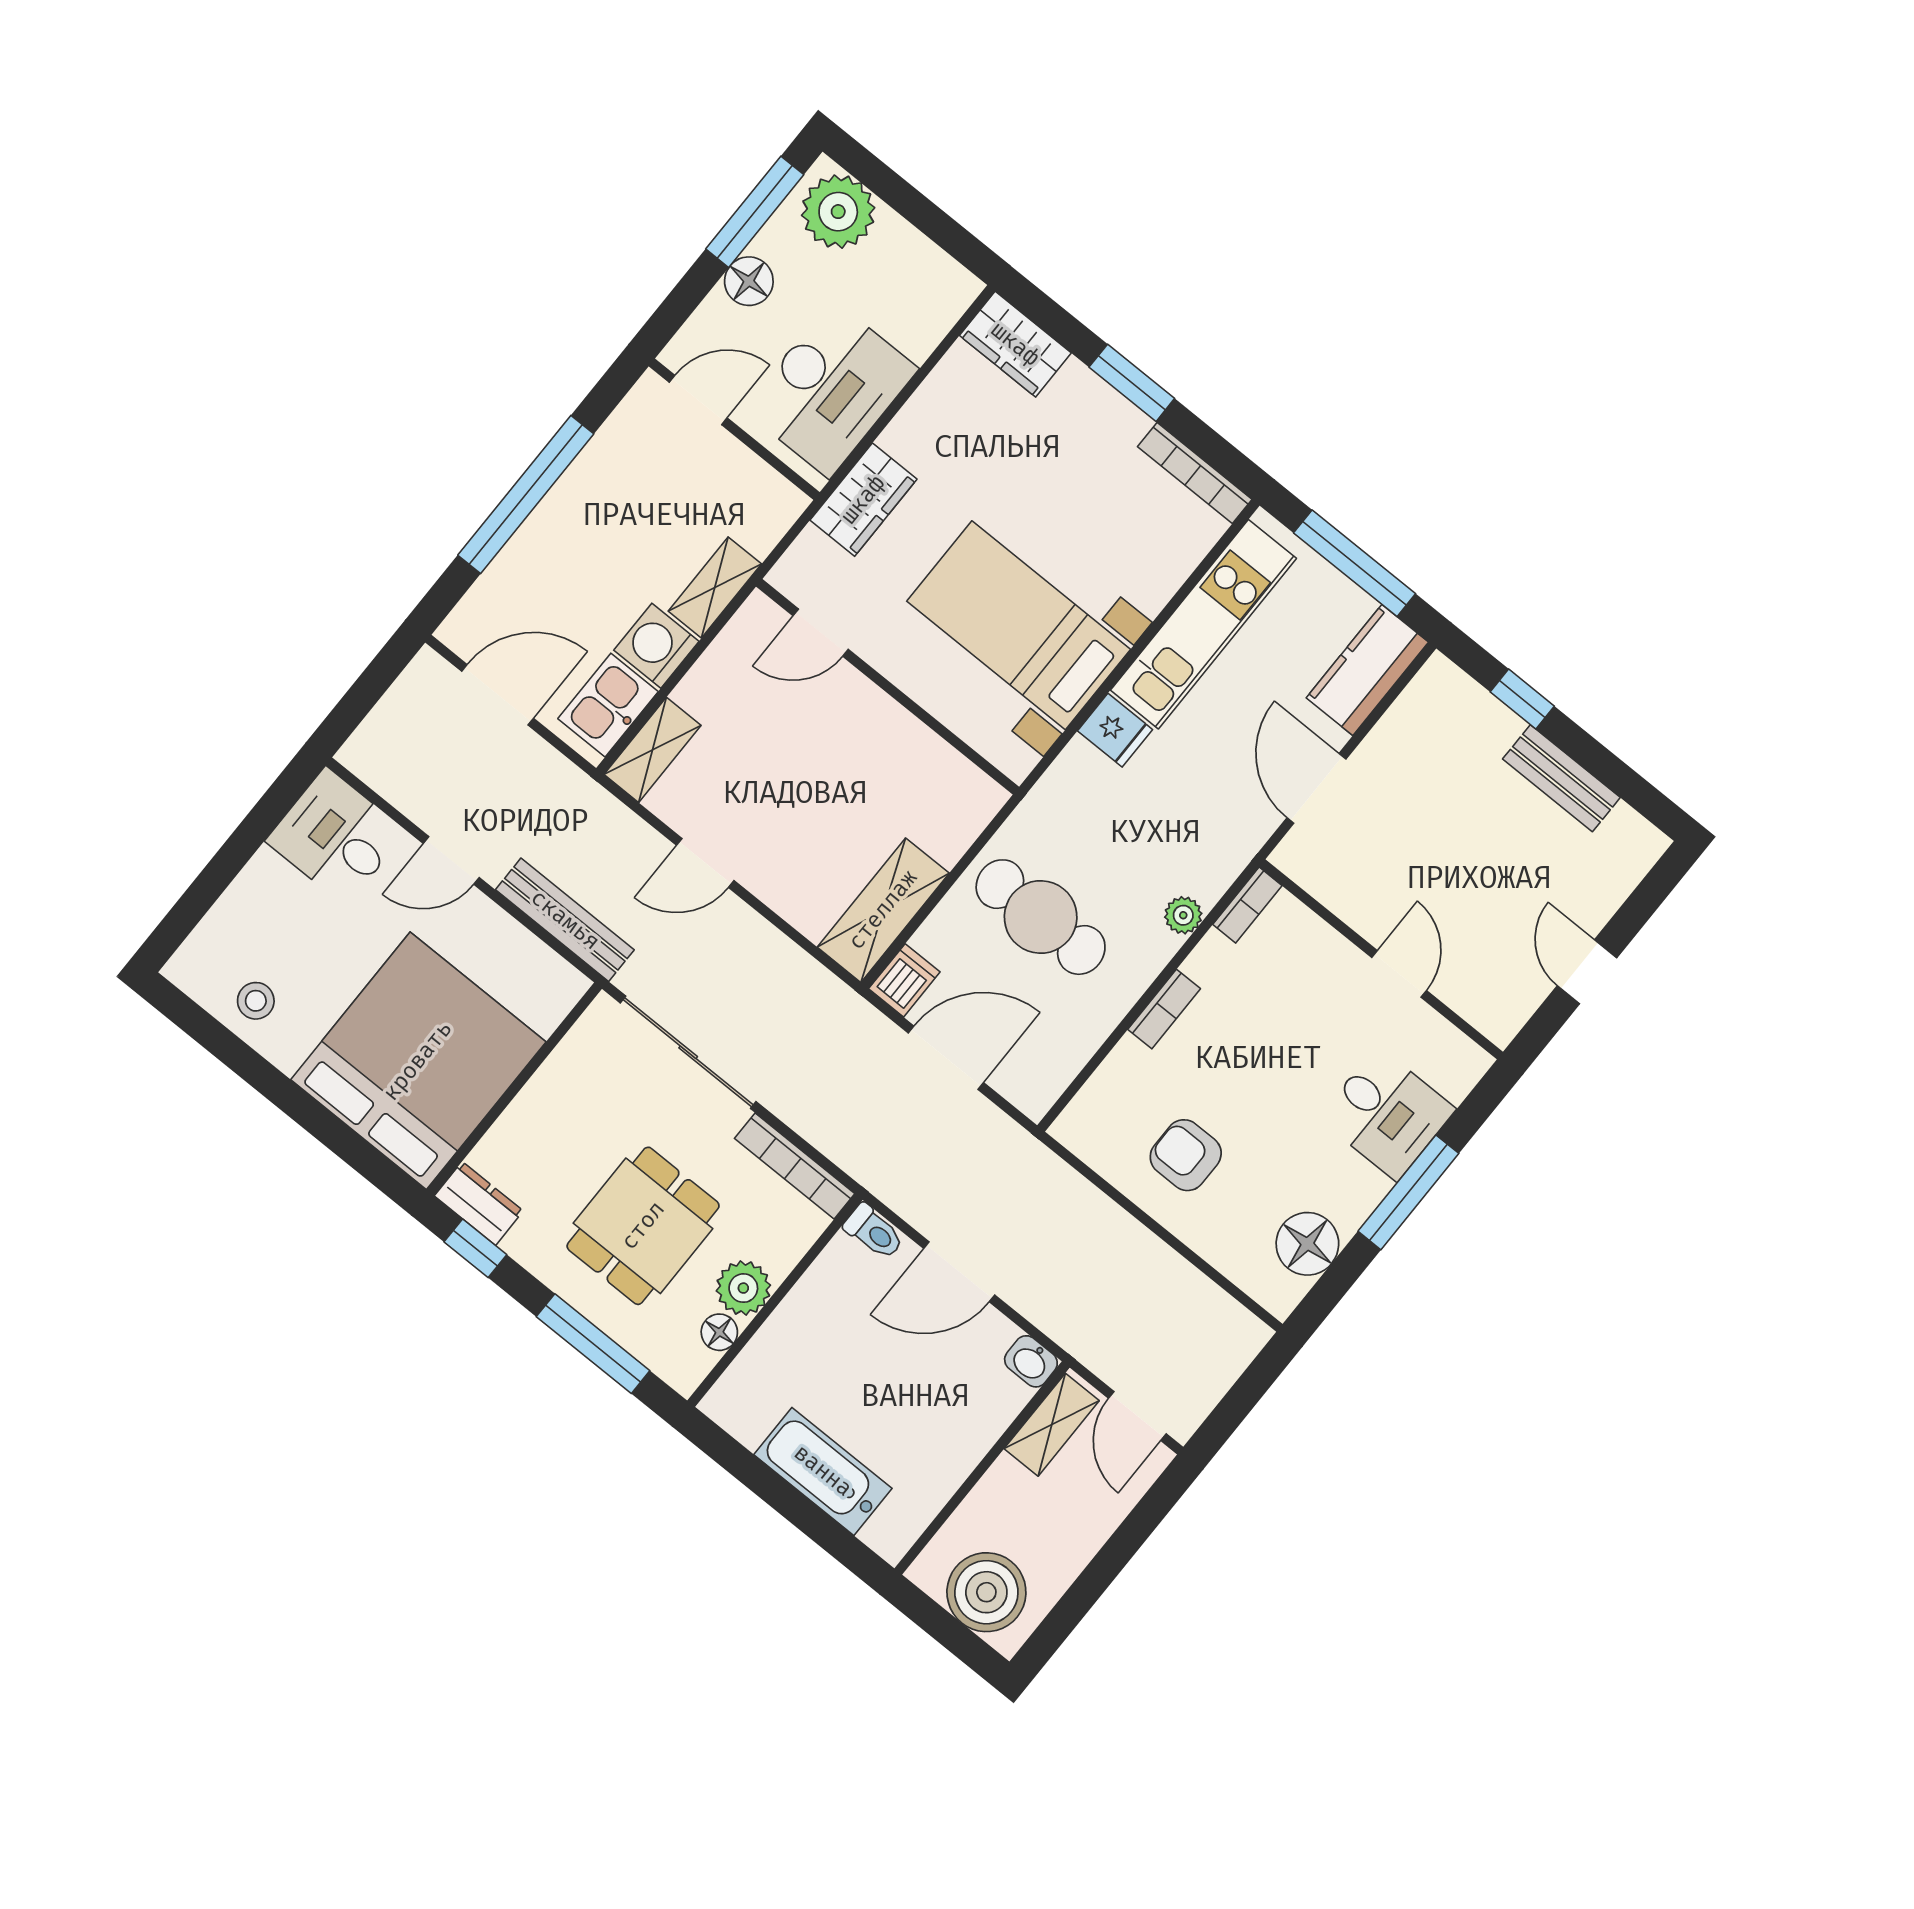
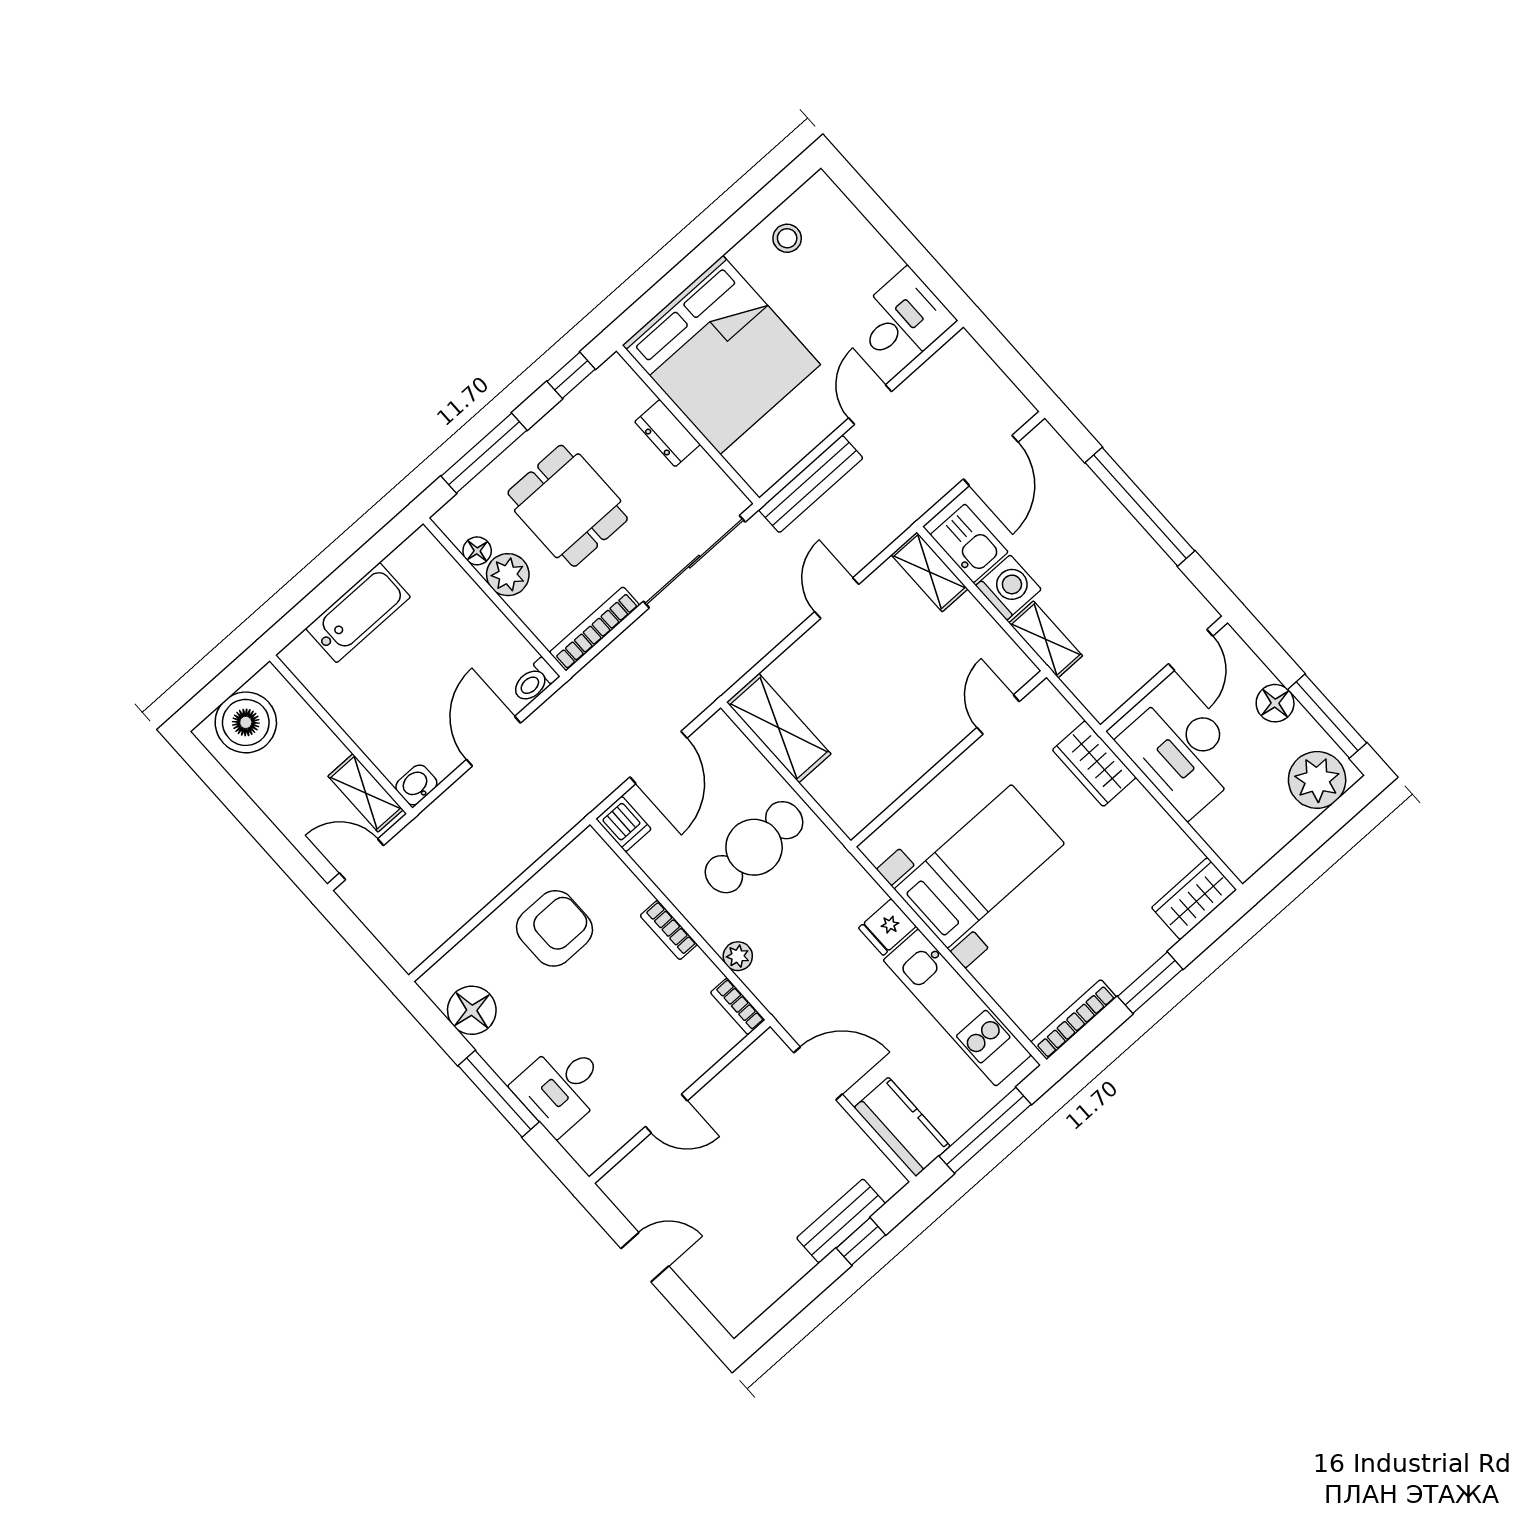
bench: (1561, 778) -> (841, 1221), moved
dishwasher: (904, 980) -> (624, 824), moved
armchair: (1186, 1155) -> (554, 928), width x1.38, depth x1.38
dresser: (479, 1203) -> (667, 433), moved, turned 90

